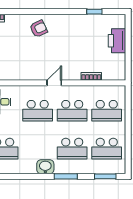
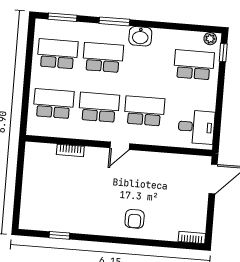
armchair: (39, 29) -> (135, 219), turned -65
printer: (117, 41) -> (33, 195), removed

